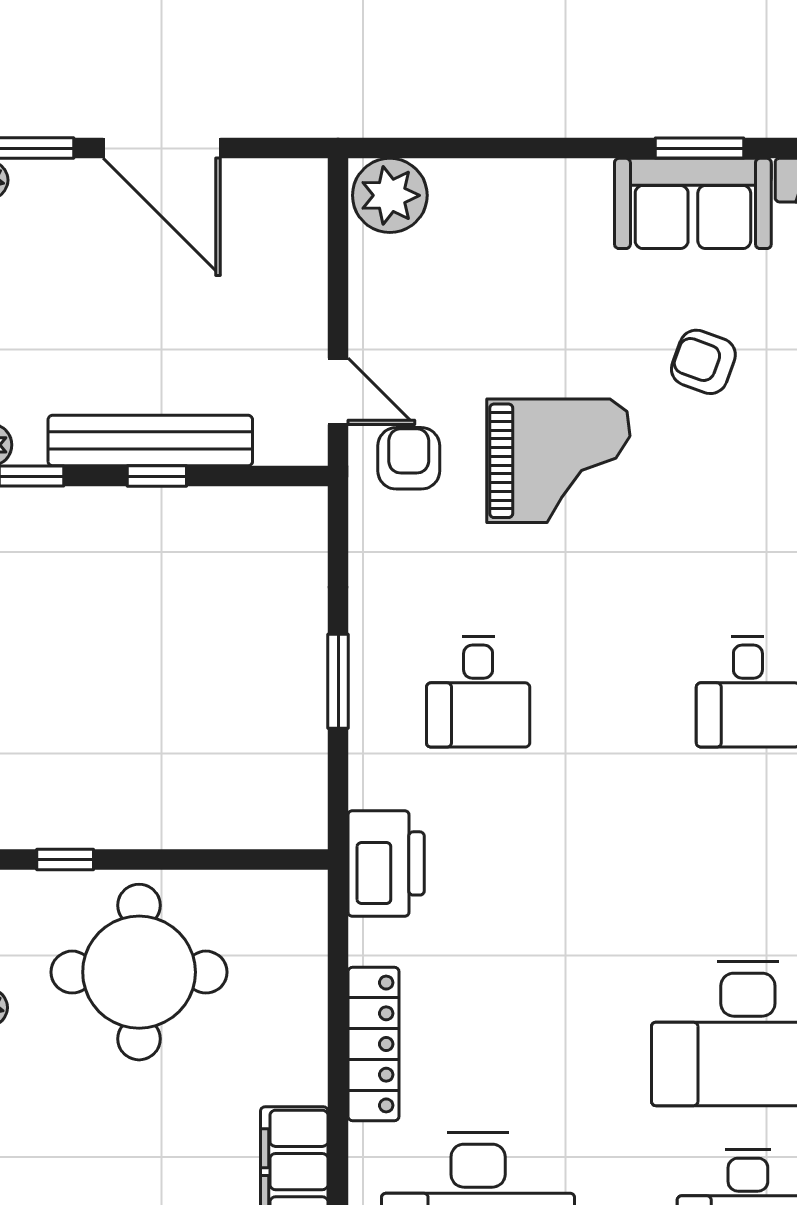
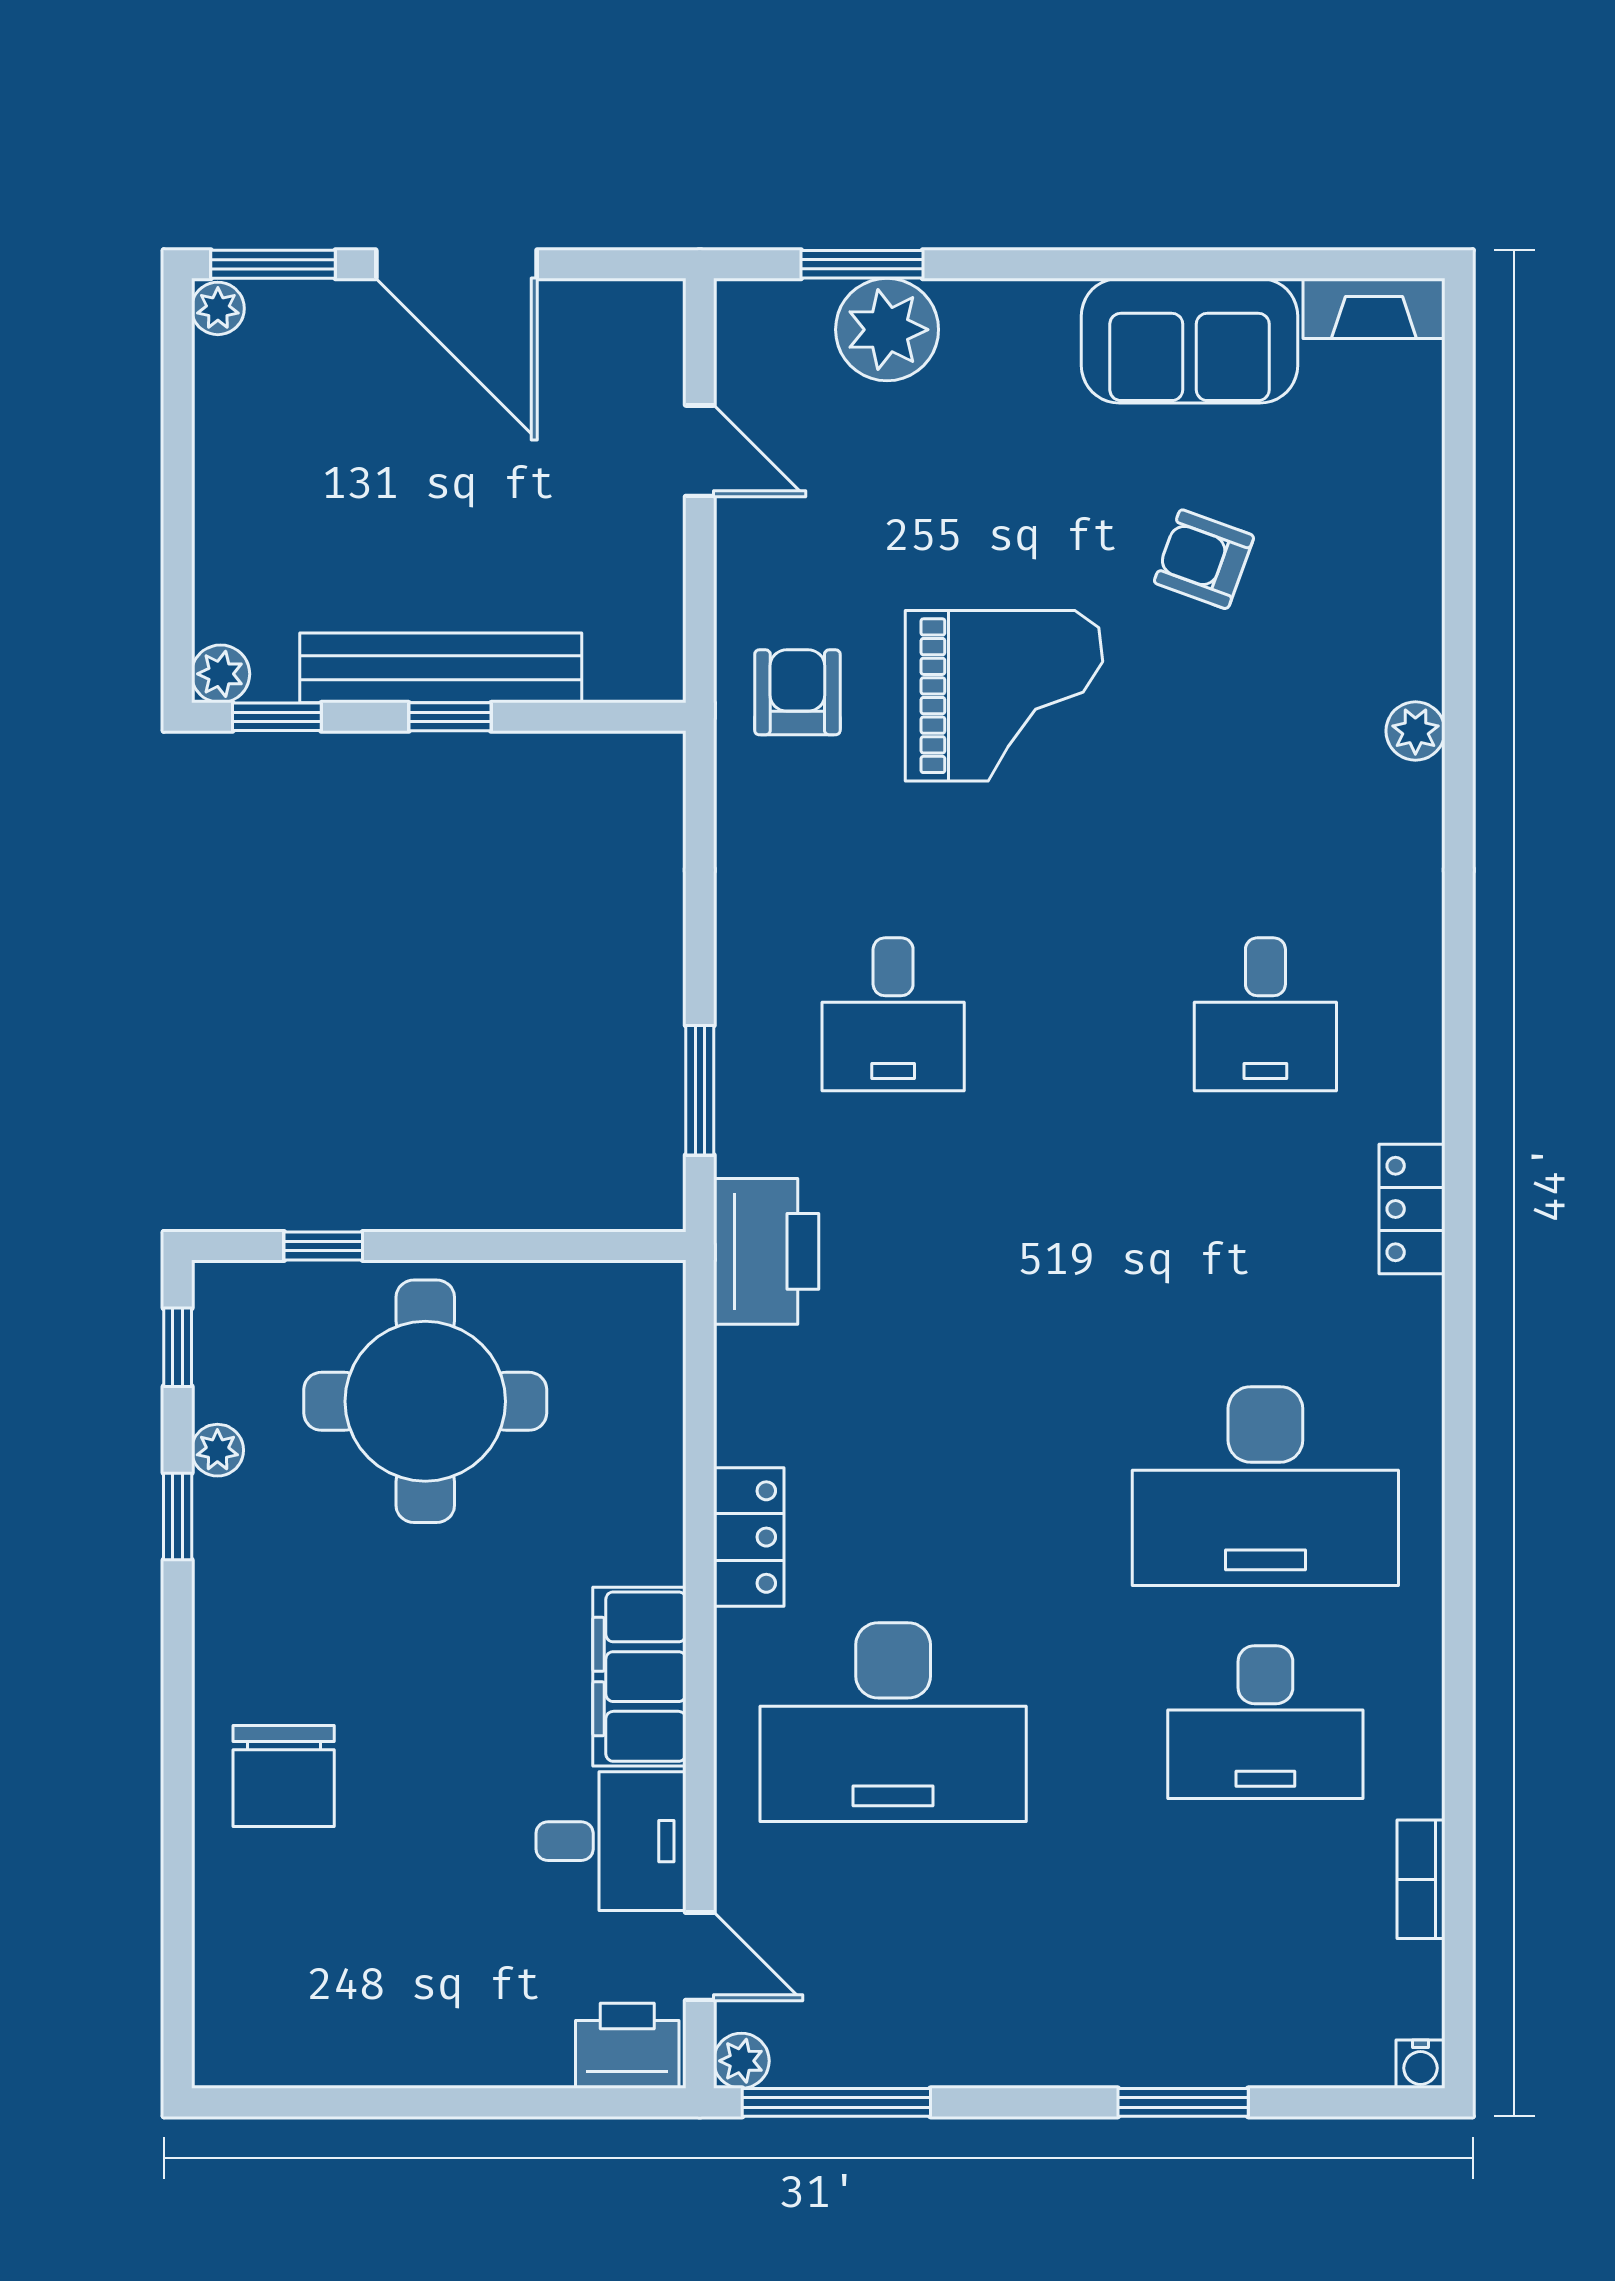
window: (699, 148) -> (862, 264), moved
plant: (390, 195) -> (887, 330), moved
door: (338, 391) -> (700, 451), moved
window: (338, 681) -> (700, 1090), moved
locker: (374, 1044) -> (749, 1537), width x0.66

